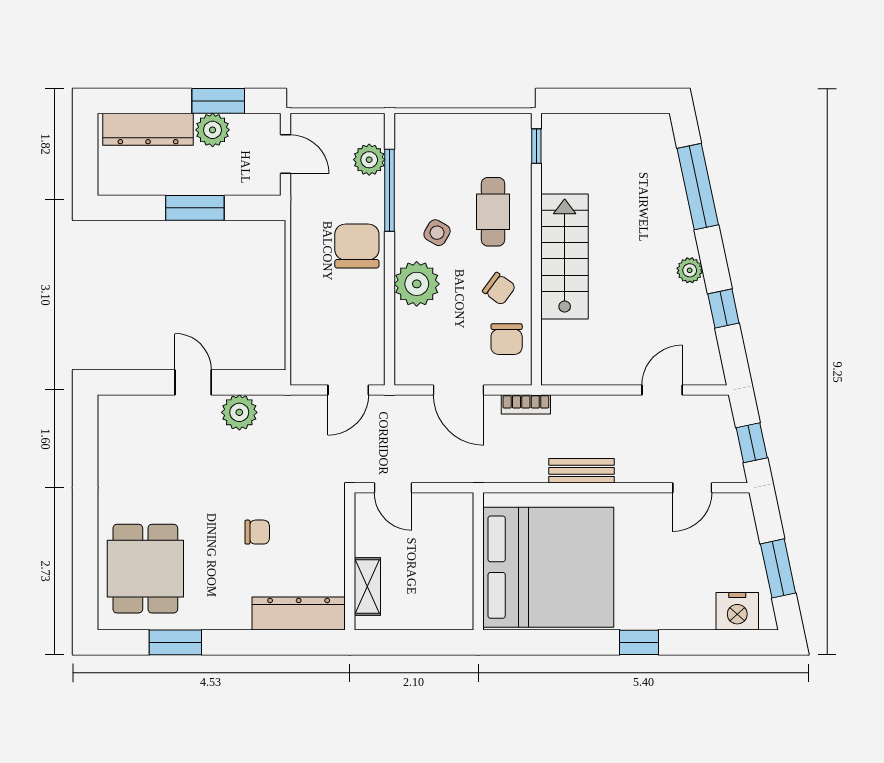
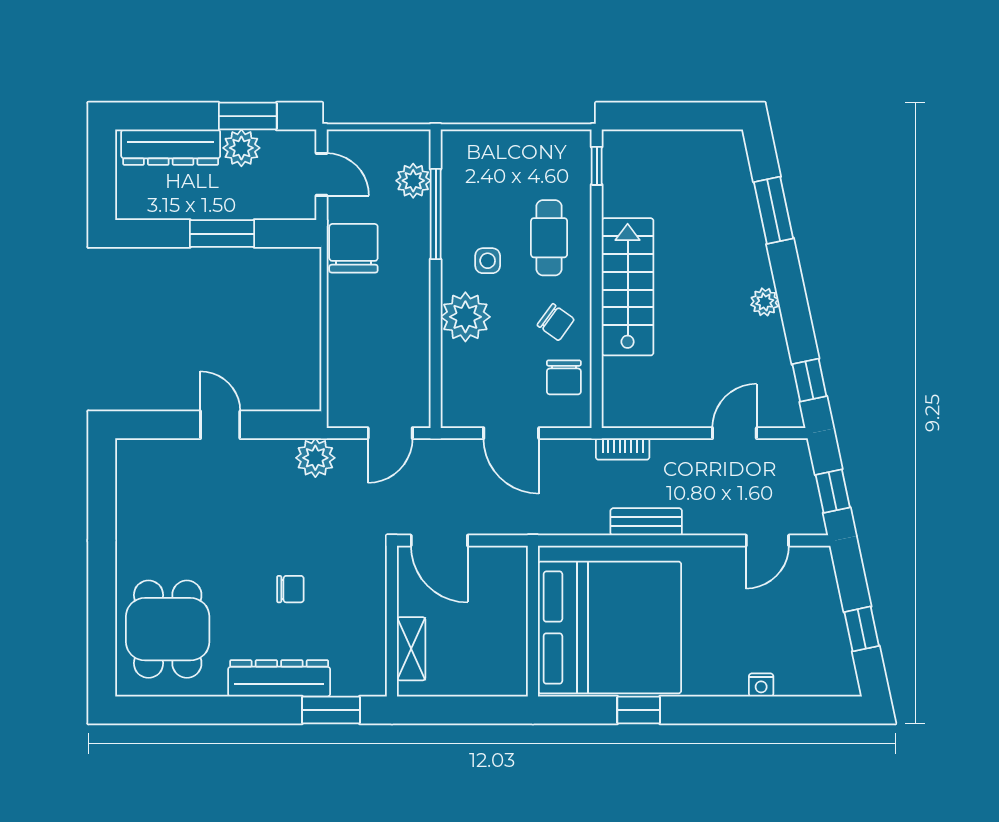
window: (698, 187) -> (774, 210), width x0.69
side table: (437, 233) -> (488, 261), turned -30
chair: (357, 246) -> (353, 248), moved
window: (723, 309) -> (809, 380), moved
bookcase: (526, 404) -> (623, 449), moved
plant: (239, 412) -> (315, 458), moved
door: (393, 488) -> (439, 541), width x1.37
window: (778, 568) -> (862, 629), width x0.67
nightstand: (737, 611) -> (761, 685), moved, width x0.53, depth x0.56
dresser: (299, 613) -> (279, 678), moved
window: (175, 642) -> (331, 710), moved
window: (639, 642) -> (639, 710), moved

